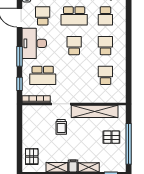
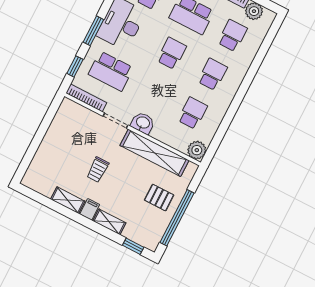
school desk: (105, 16) -> (232, 36), turned 180
washbasin: (78, 97) -> (143, 123), added
plant: (120, 97) -> (197, 150), added
trolley: (61, 127) -> (98, 170), moved
pallet: (32, 156) -> (42, 169), removed

